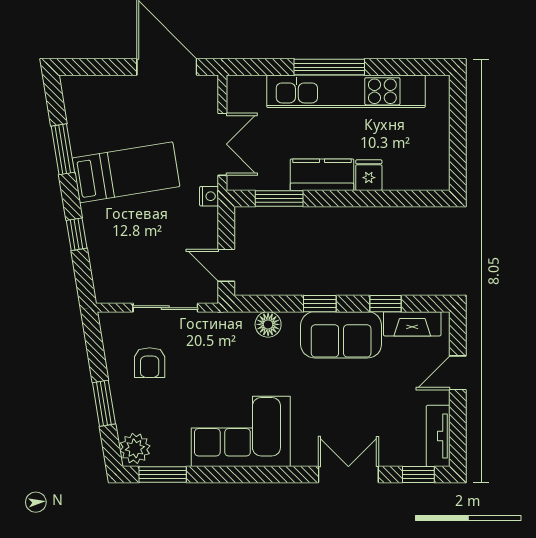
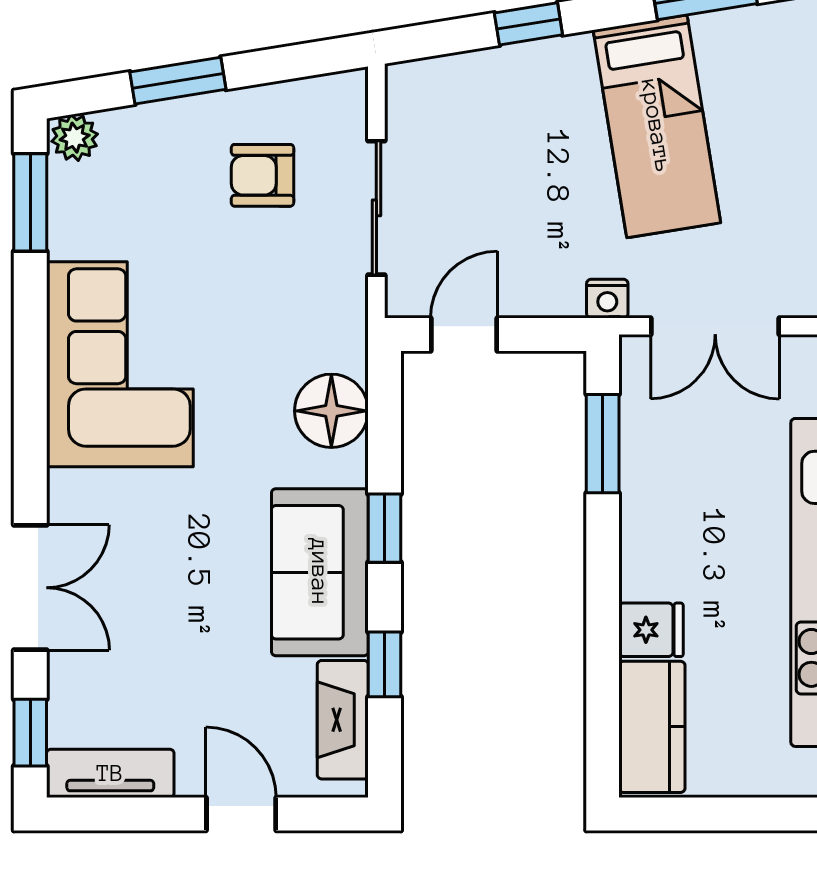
kitchen counter: (322, 175) -> (652, 727), moved
floor lamp: (268, 324) -> (331, 411), width x1.38, depth x1.38
plant: (135, 448) -> (75, 138), width x0.73, depth x0.73

